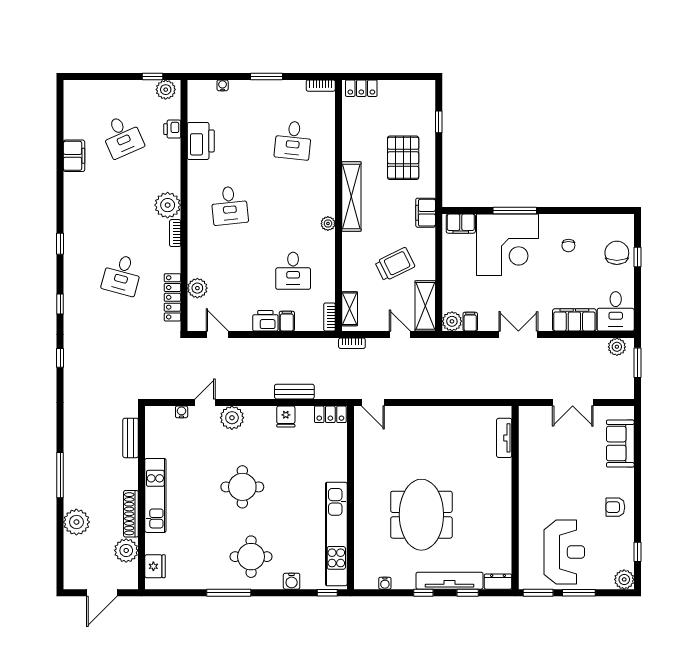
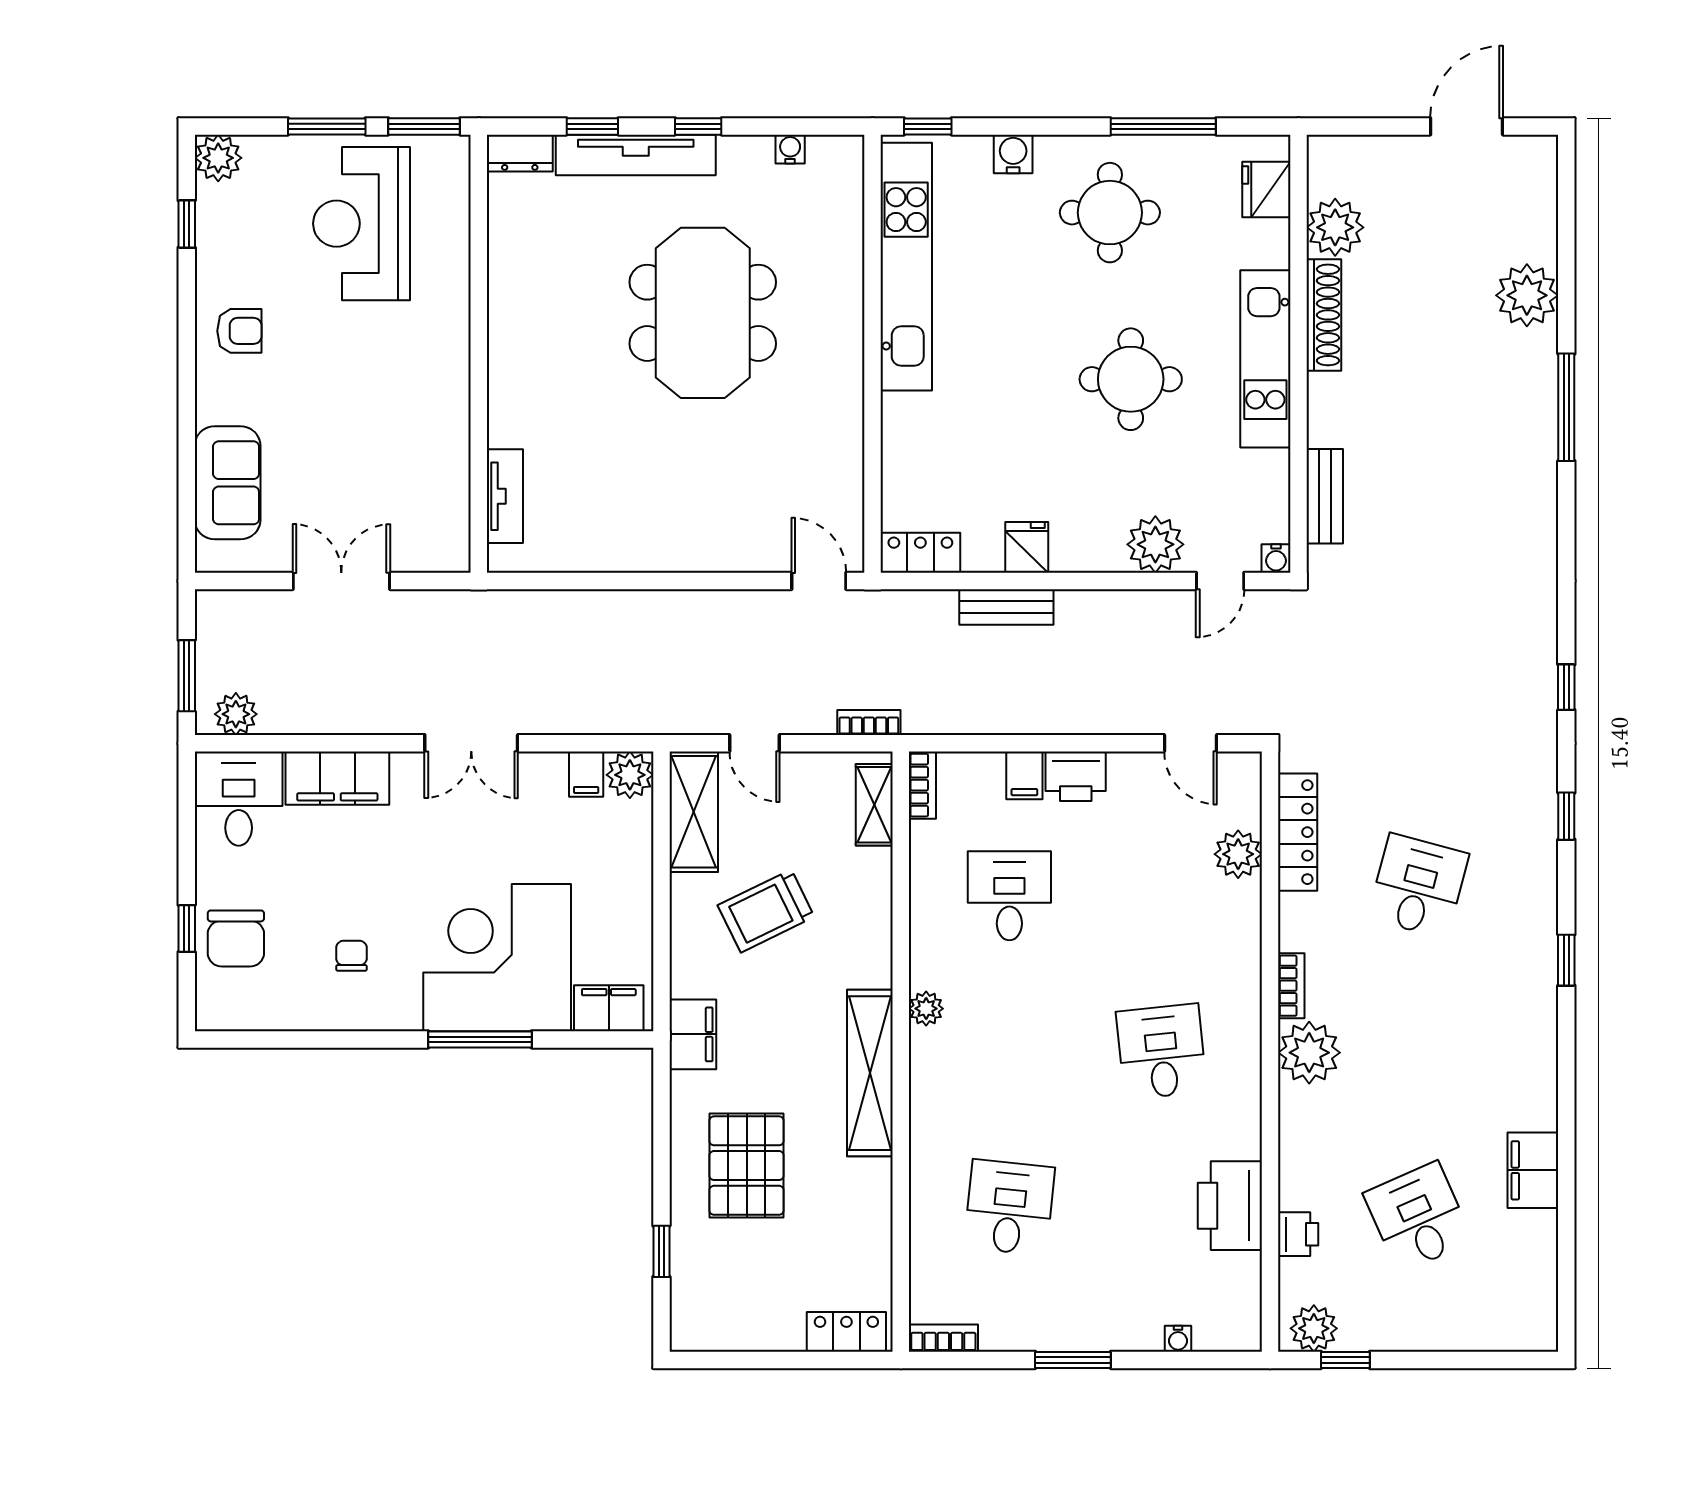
bench: (131, 438) -> (1325, 496), moved
kitchen unit: (155, 495) -> (1265, 359), moved
wall: (142, 498) -> (1298, 354), moved
shoe rack: (131, 514) -> (1324, 315), moved
plant: (126, 550) -> (1335, 227), moved
fridge: (155, 566) -> (1266, 190), moved

